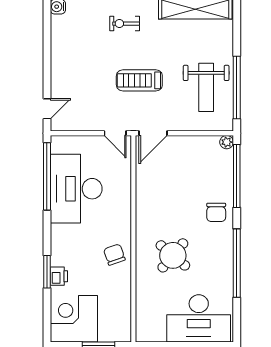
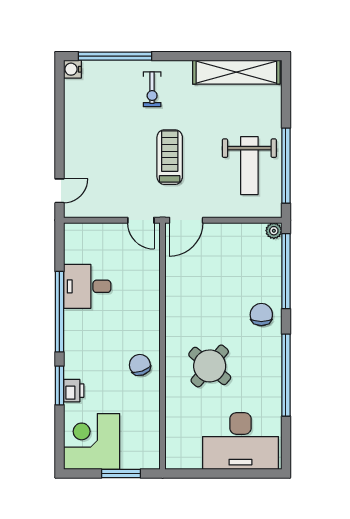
exercise bike: (125, 24) -> (152, 89), turned -90
treadmill: (139, 80) -> (170, 157), turned 90
window: (47, 176) -> (59, 312), moved
desk: (76, 189) -> (87, 286), width x0.53, depth x0.77
chair: (216, 212) -> (261, 315), turned 180

